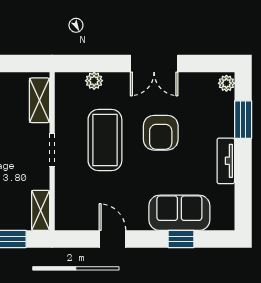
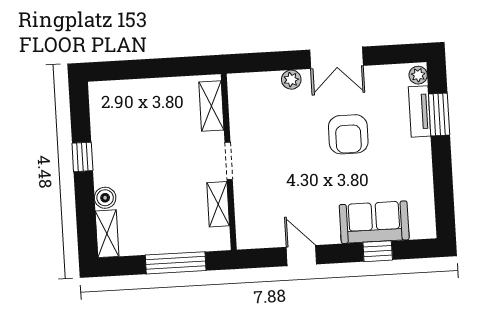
plant: (94, 81) -> (291, 80), moved
coffee table: (105, 140) -> (287, 146), removed
tv unit: (226, 161) -> (420, 111), moved
shelving: (41, 210) -> (218, 204), moved

